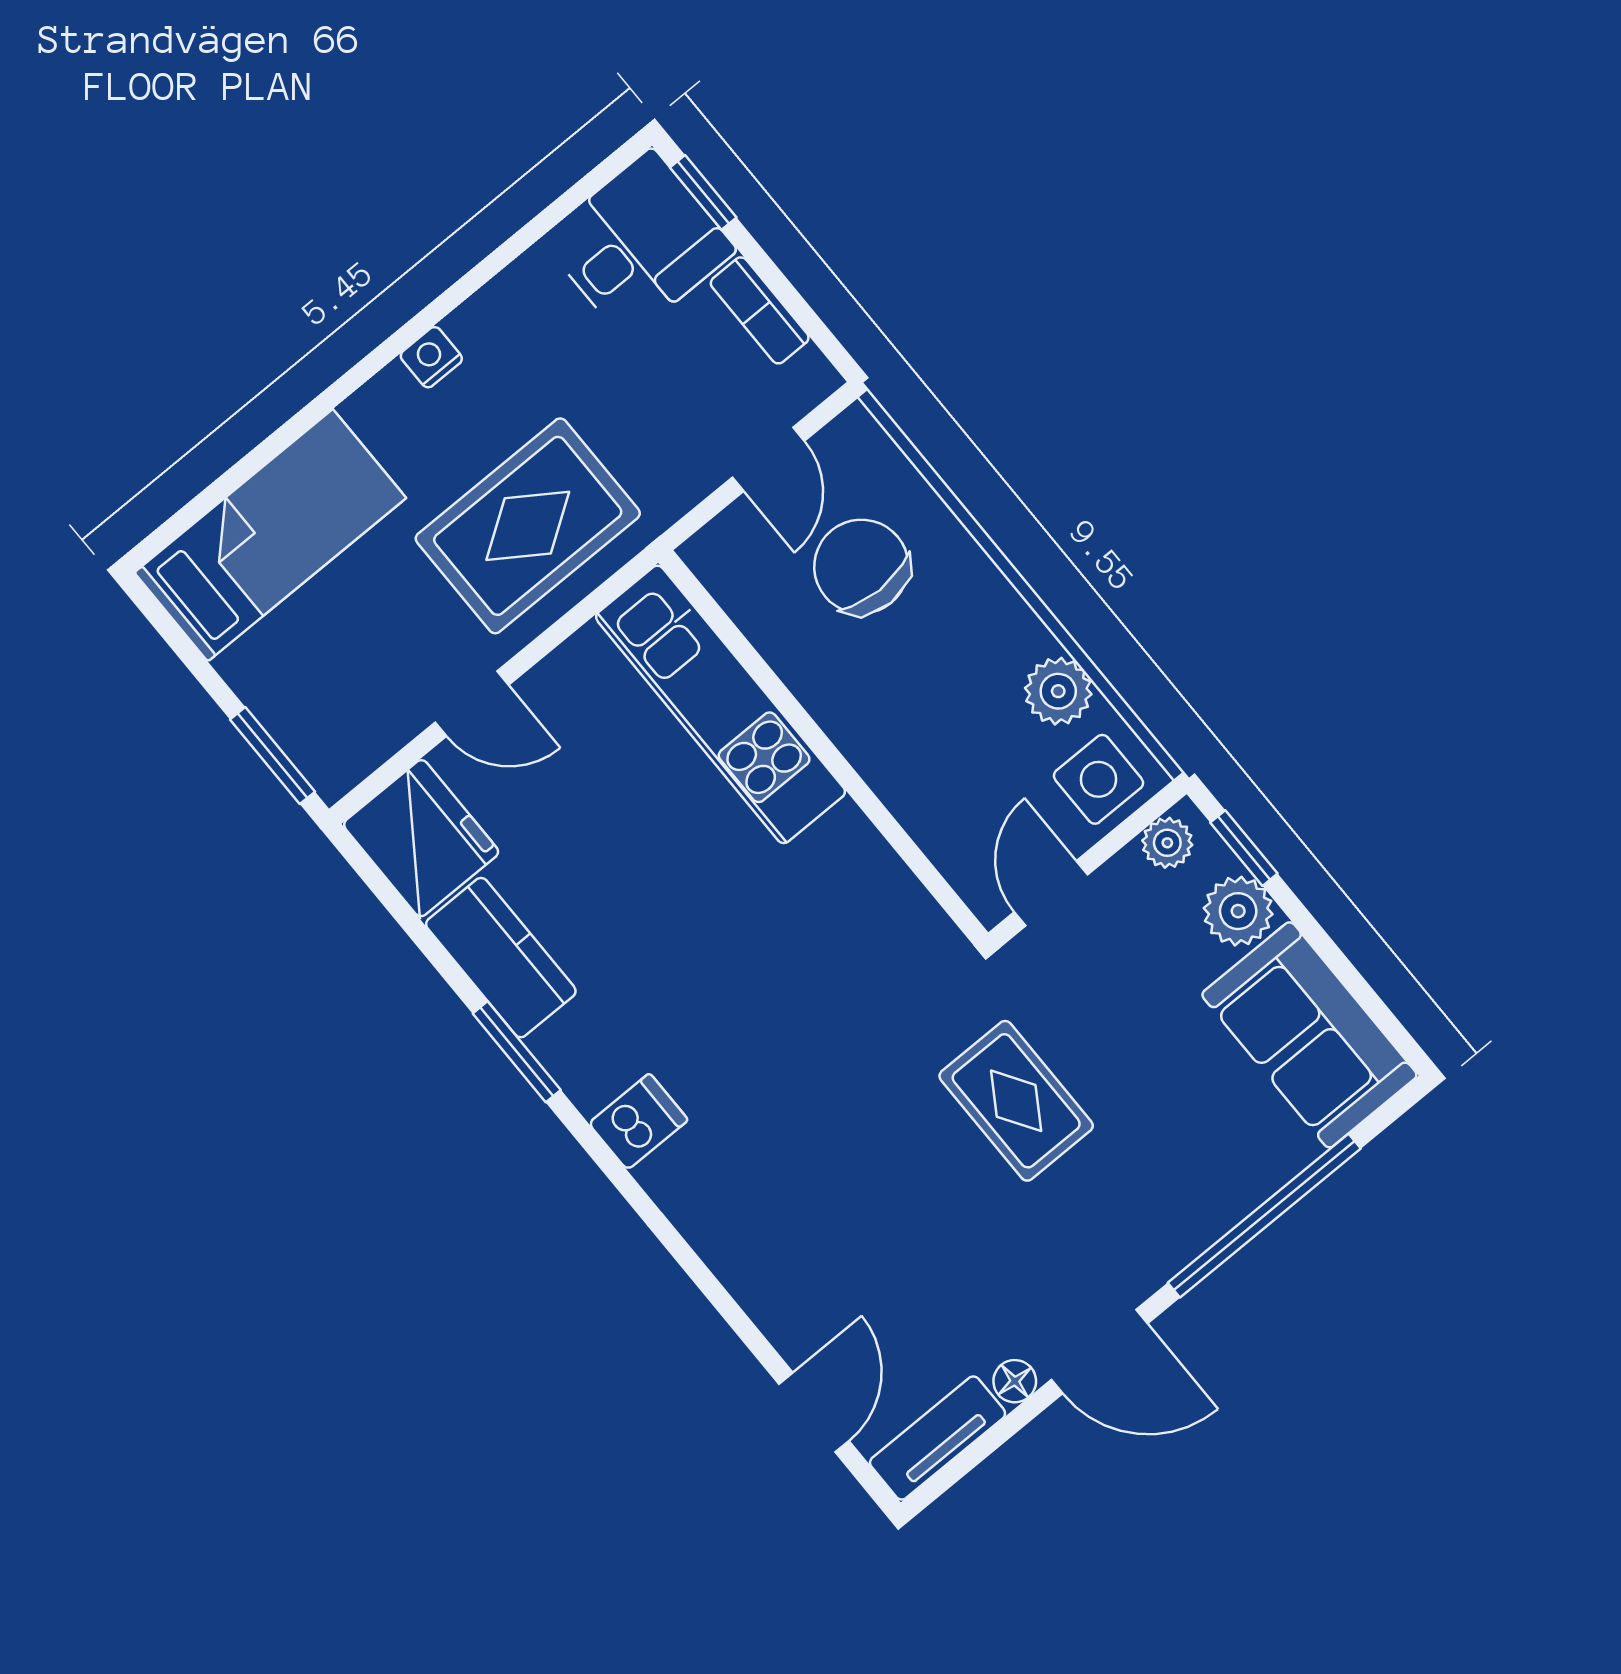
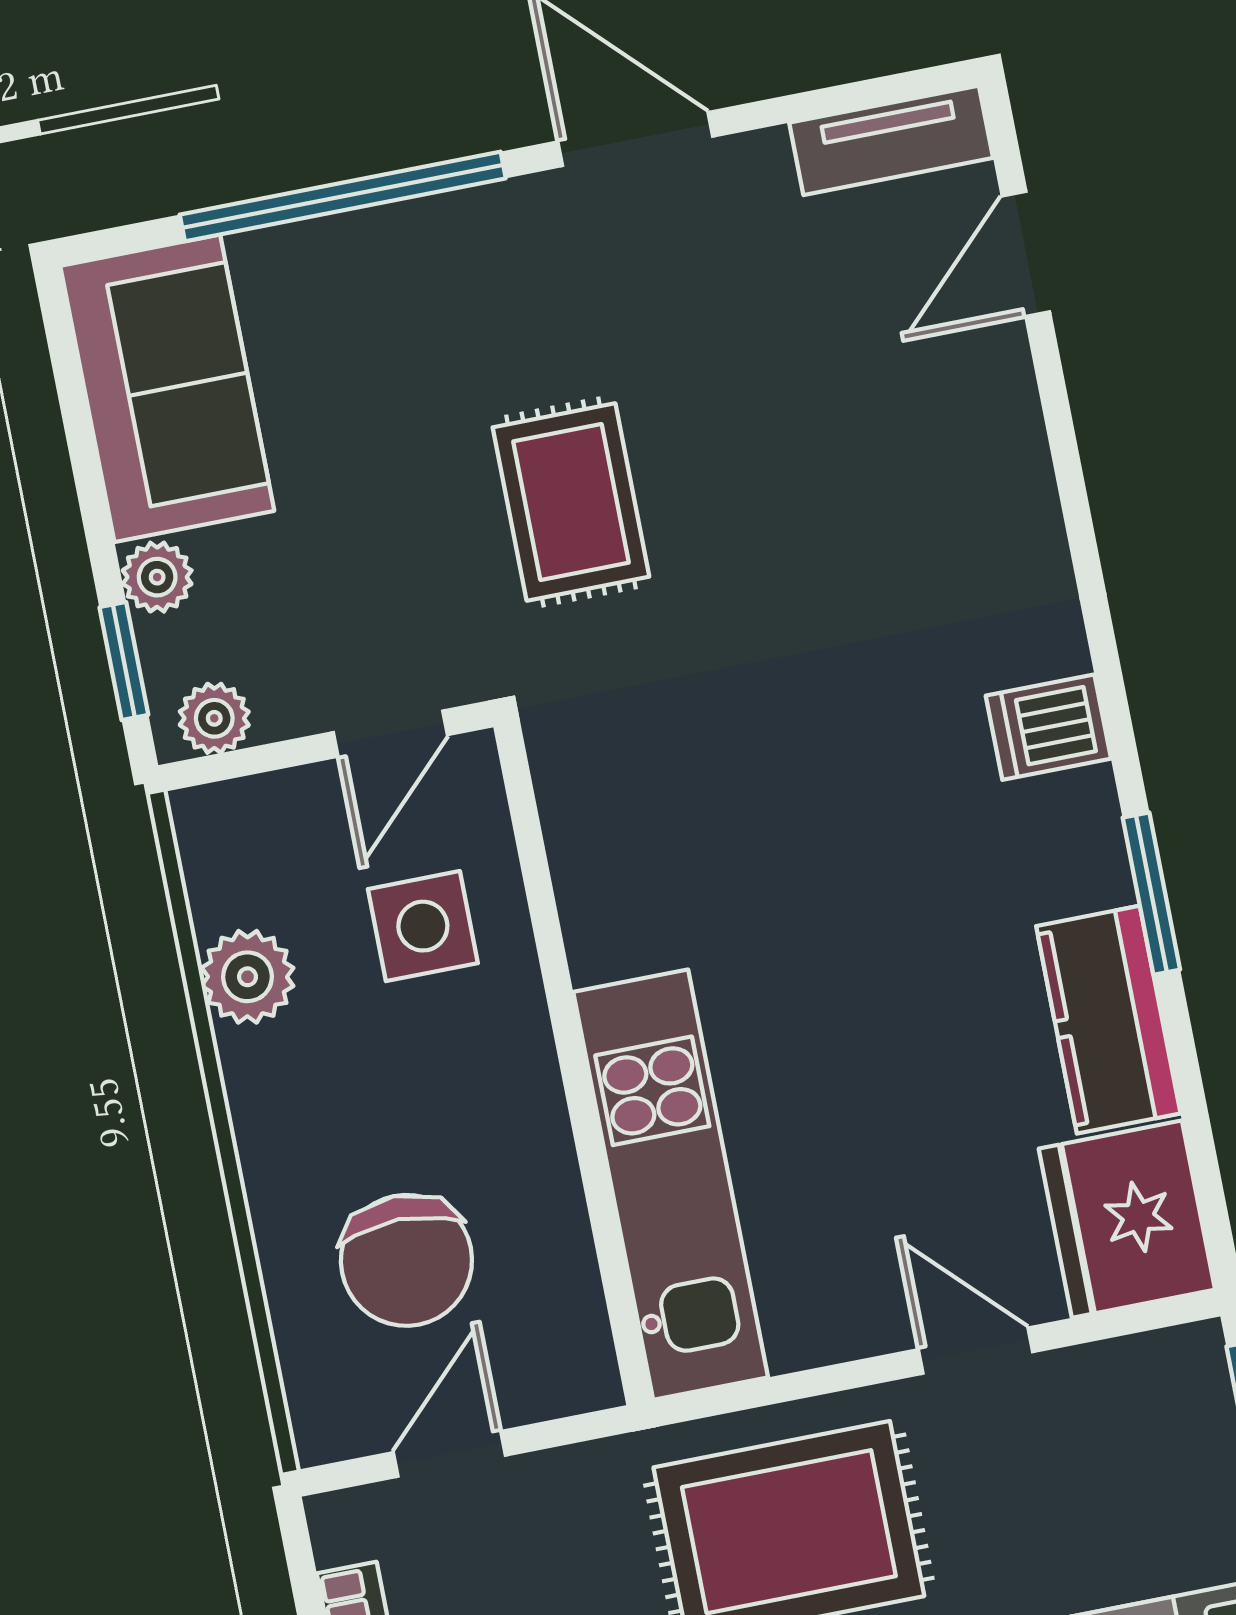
side table: (1098, 779) -> (423, 926), moved
plant: (1238, 911) -> (157, 577), width x0.73, depth x0.73
floor lamp: (1015, 1381) -> (759, 159), removed

